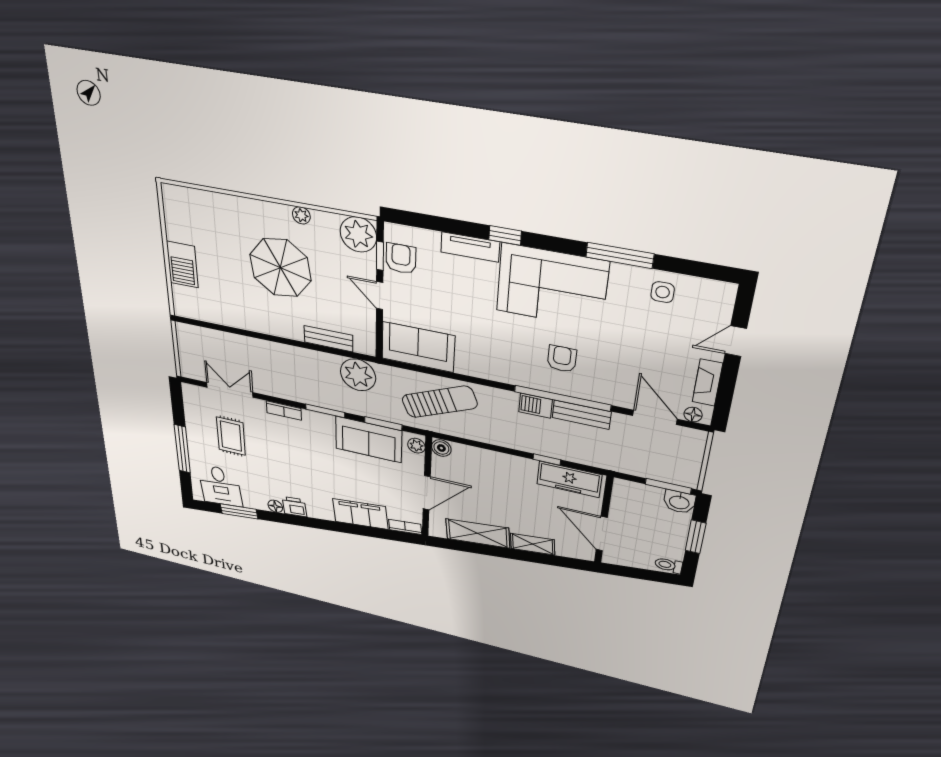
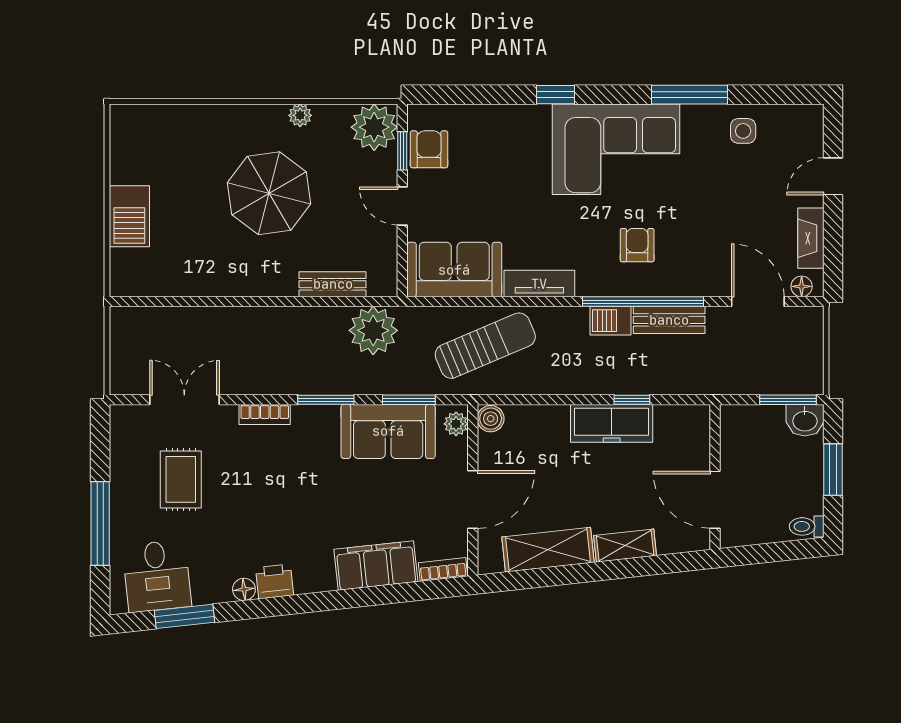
tv unit: (470, 247) -> (539, 284), moved, turned 180
freezer: (569, 479) -> (612, 423), moved

